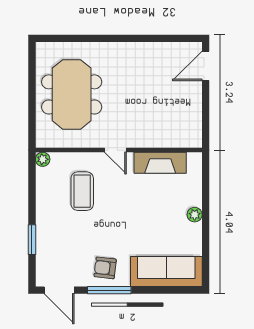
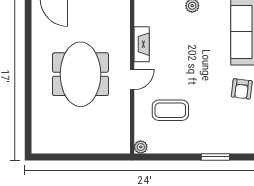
meeting table: (72, 94) -> (80, 74), moved, turned 90
fireplace: (160, 163) -> (142, 44), width x0.73, depth x0.76

